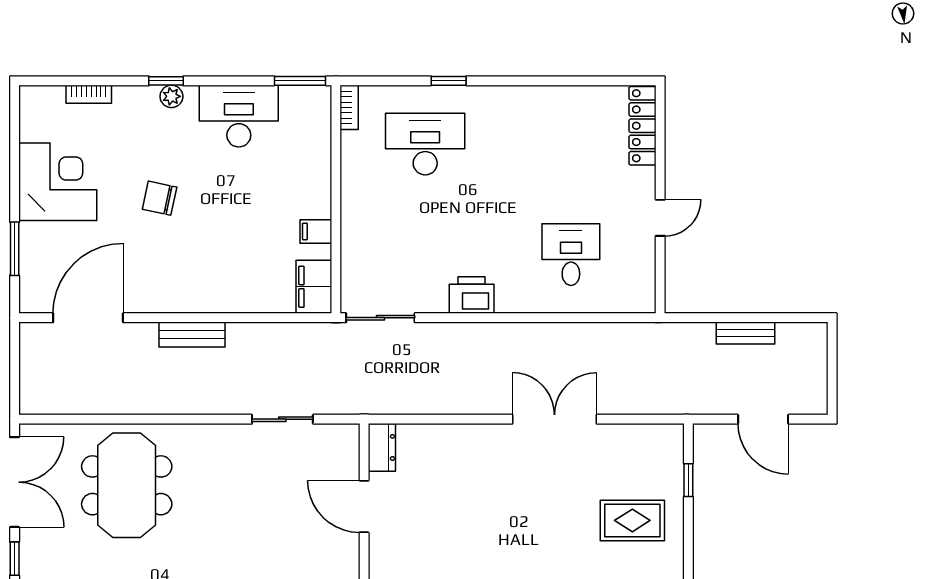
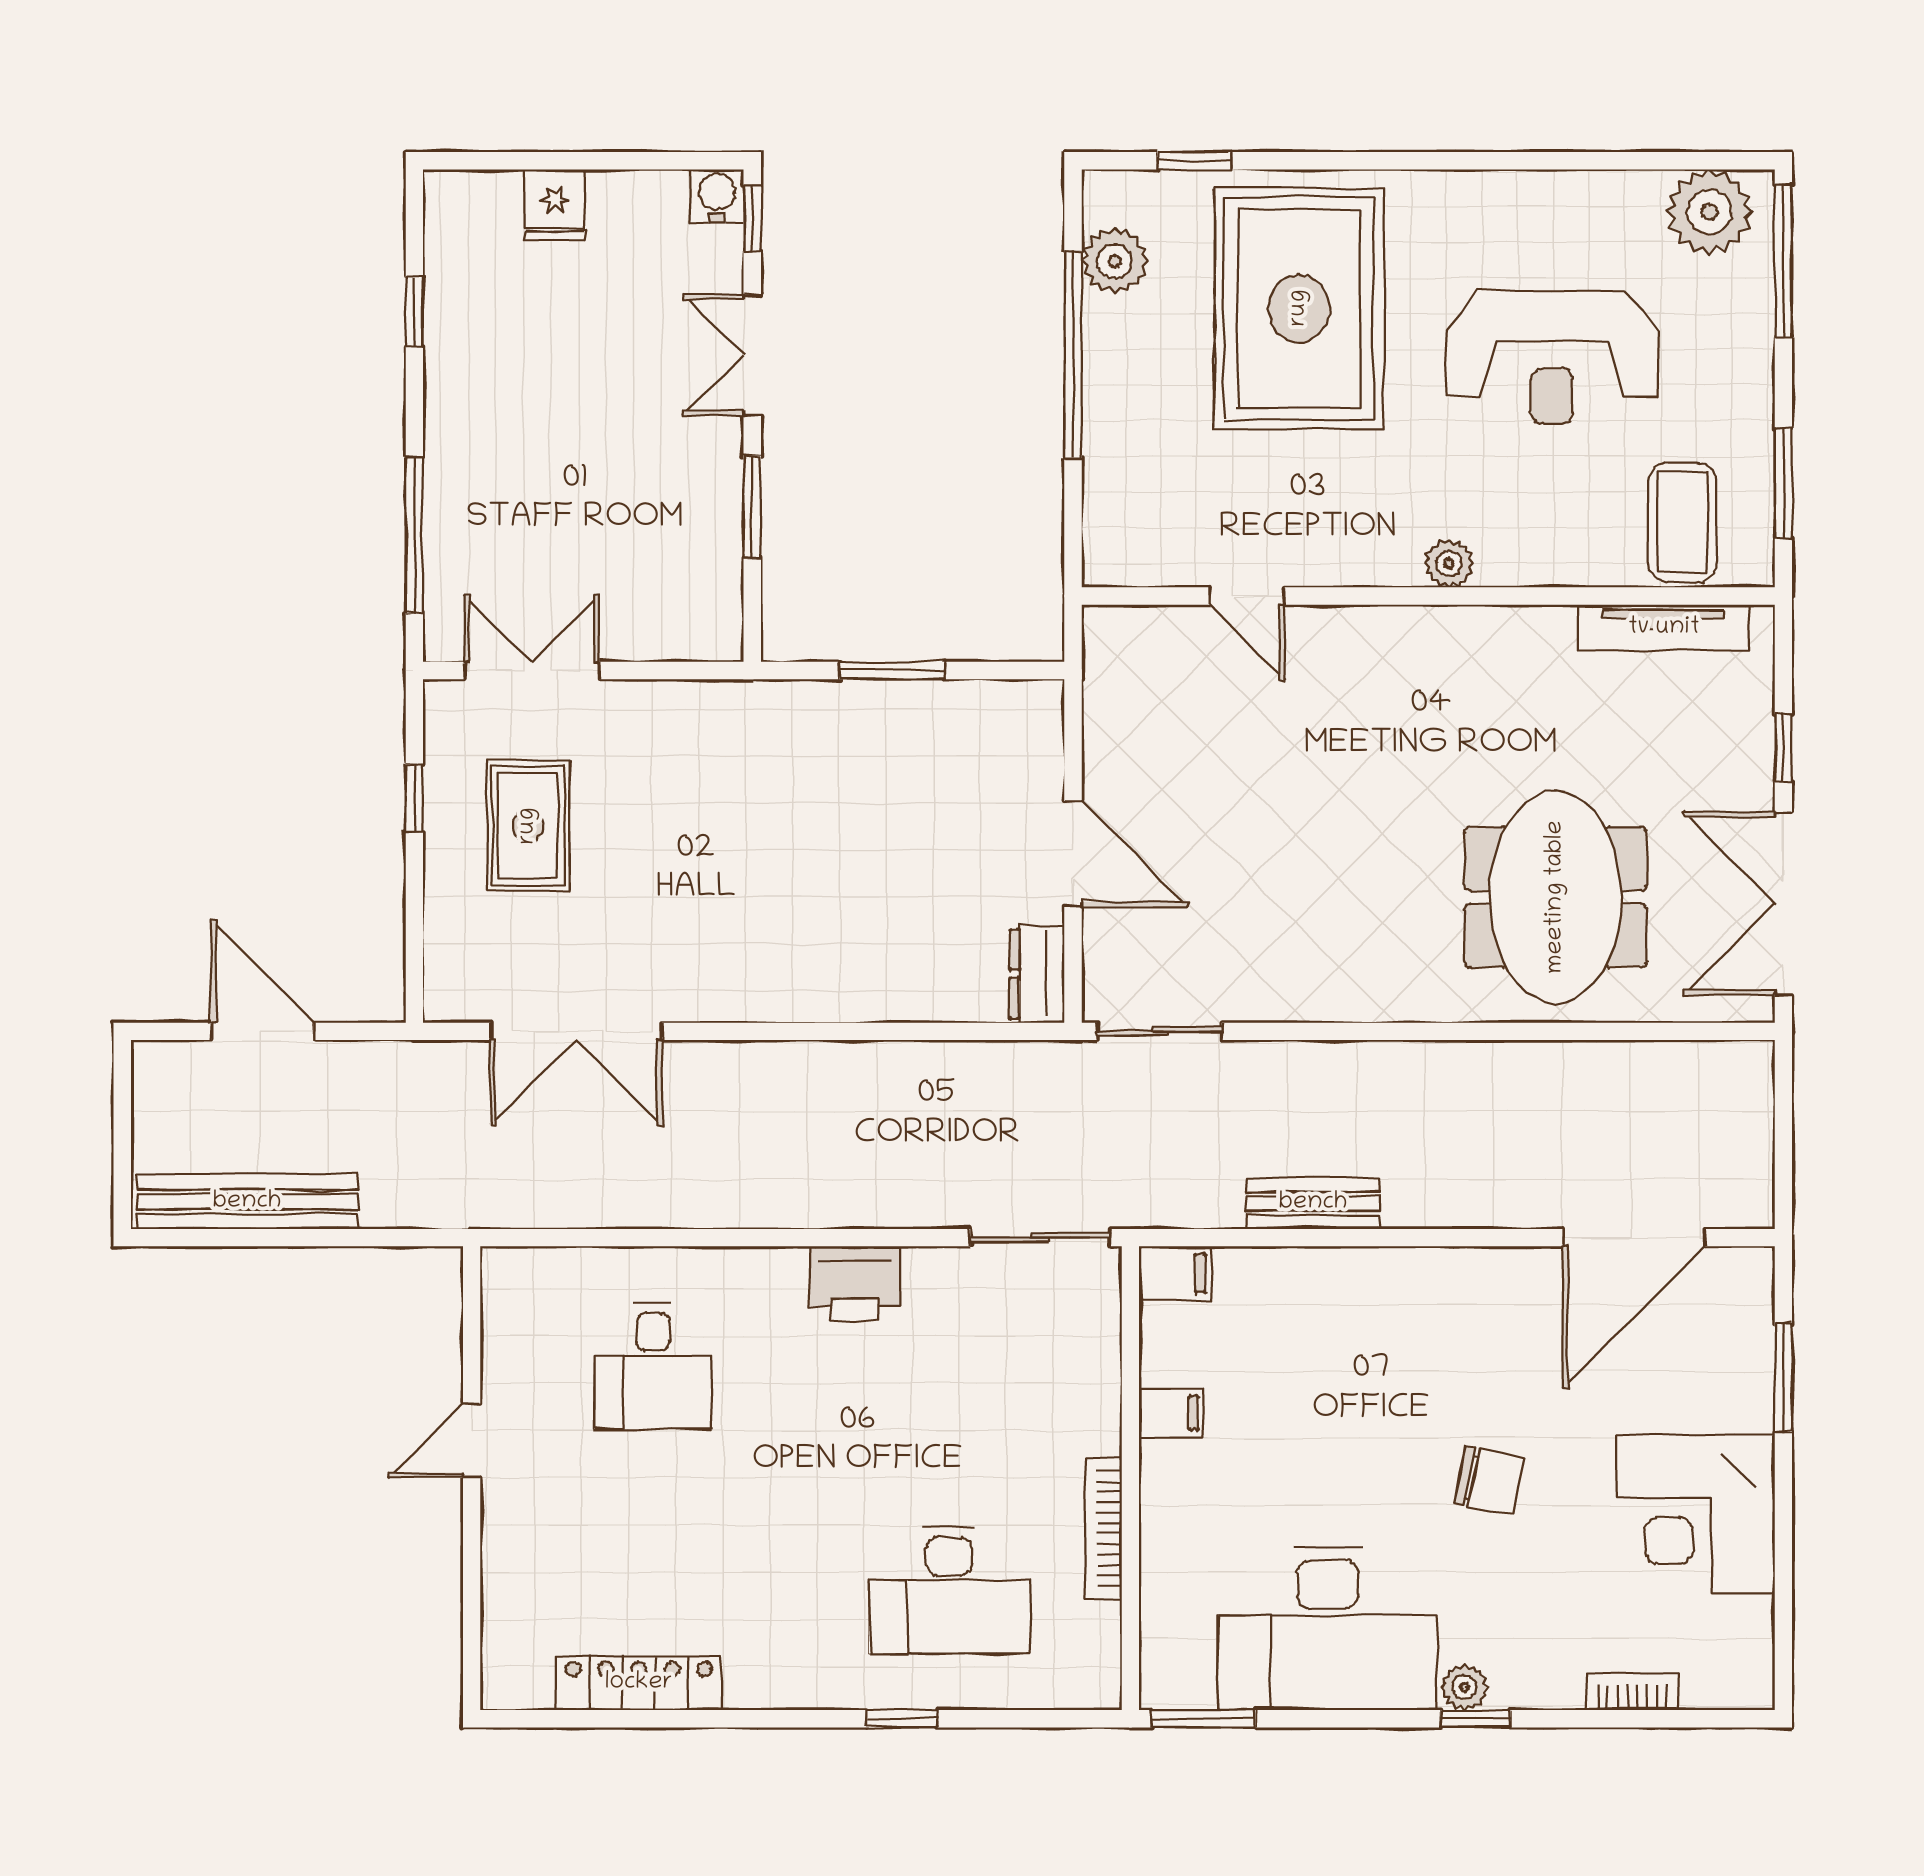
bookcase: (349, 107) -> (1104, 1528), moved, width x1.56
desk: (239, 116) -> (1328, 1628), width x1.36, depth x1.30
locker: (642, 126) -> (639, 1683), moved, turned -90
filing cabinet: (314, 287) -> (1175, 1273), width x0.50
bench: (745, 333) -> (247, 1202), width x1.86, depth x1.21
bench: (192, 334) -> (1313, 1203), moved
sliding door: (282, 419) -> (1159, 1031), moved
double door: (555, 419) -> (576, 1031), moved
window: (688, 480) -> (414, 798), moved
rug: (632, 520) -> (528, 826), turned 90

